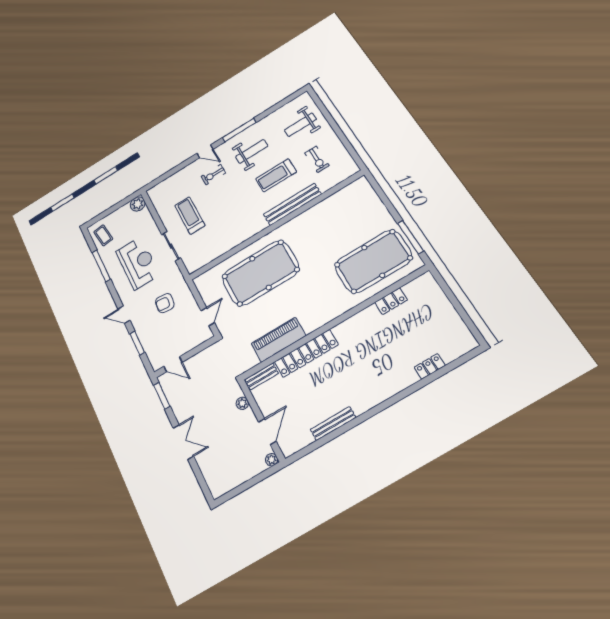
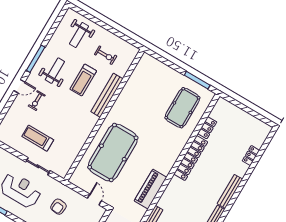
pool table: (373, 261) -> (182, 108), width x0.73, depth x0.76
locker: (306, 353) -> (191, 158), moved
bench: (376, 398) -> (230, 191), added

